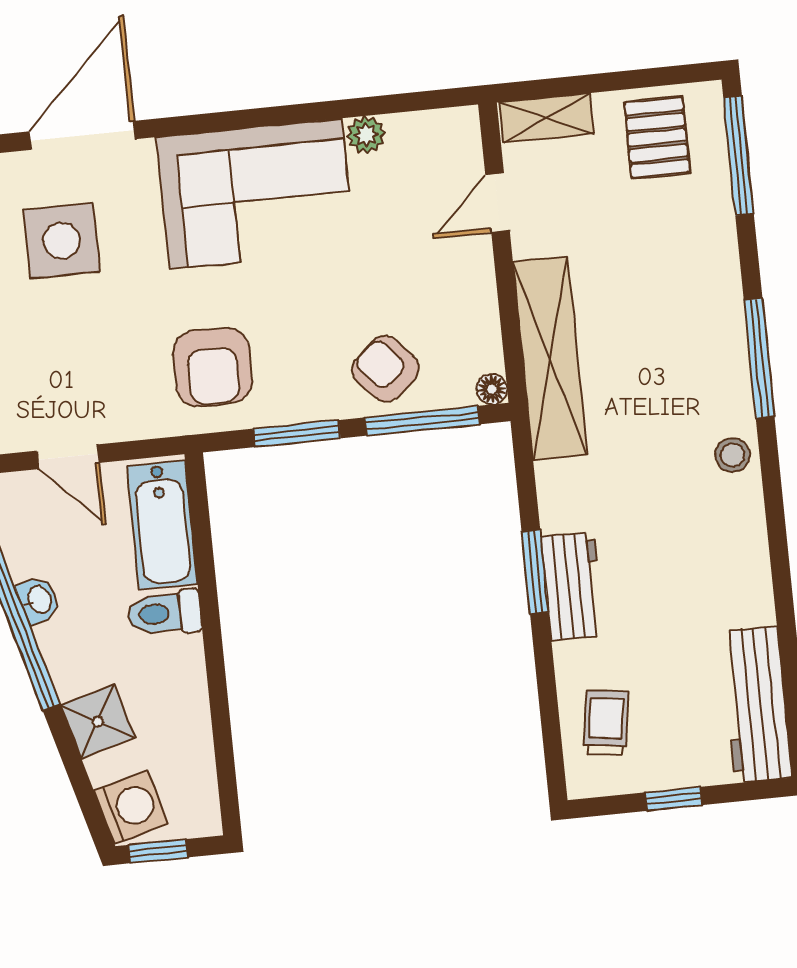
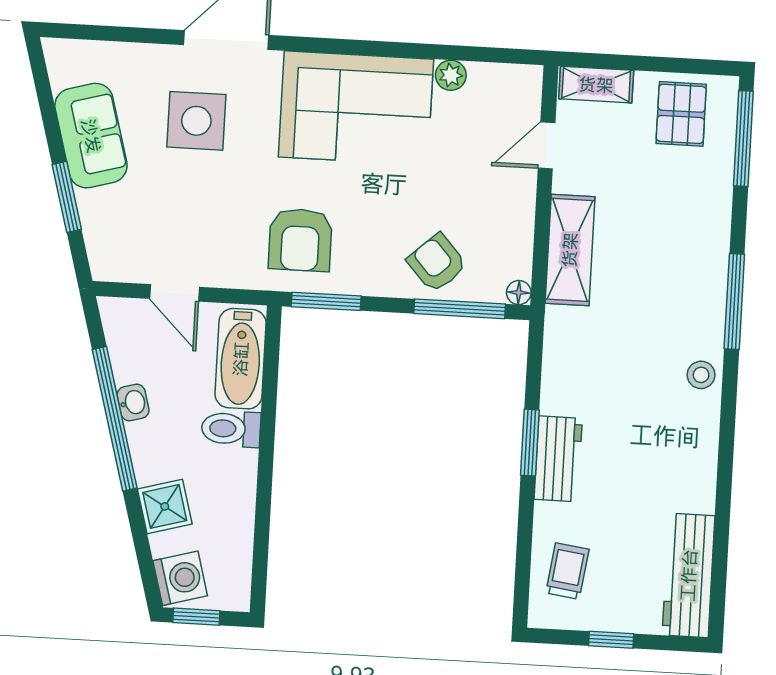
shelving: (550, 358) -> (570, 250), width x0.68
window: (297, 434) -> (326, 301), moved

